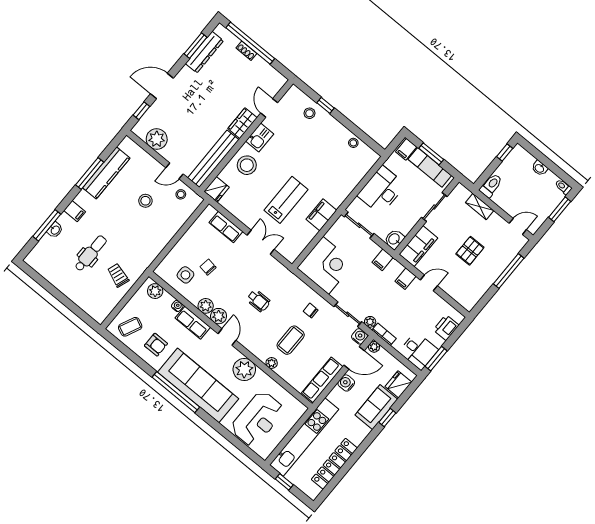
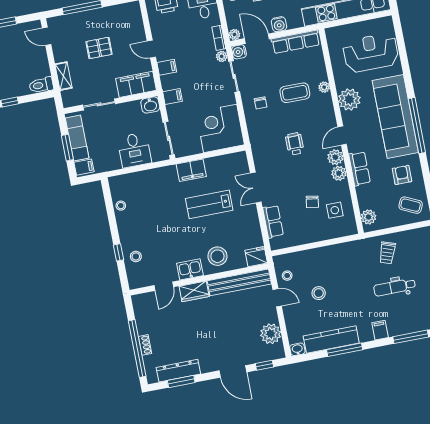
desk: (382, 190) -> (134, 150), width x0.73
washbasin: (55, 230) -> (297, 349), moved
water cooler: (177, 306) -> (361, 191), removed

